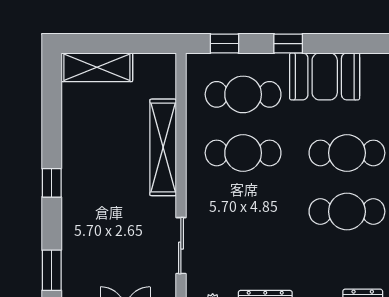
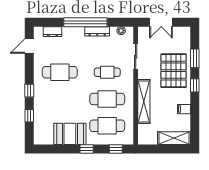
filing cabinet: (75, 131) -> (184, 109), added
cafe table: (347, 153) -> (107, 72), moved, width x0.73, depth x0.74
pallet: (98, 215) -> (174, 71), added
window: (52, 270) -> (195, 58), moved

